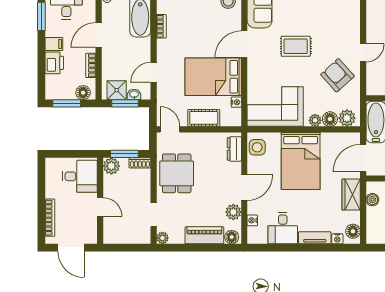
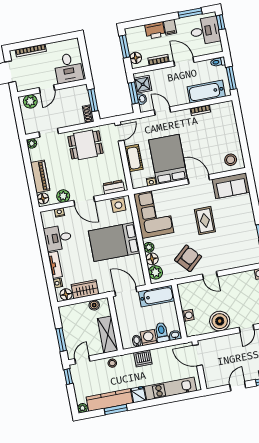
plant: (111, 166) -> (30, 101), moved
wardrobe: (351, 195) -> (85, 289), moved

